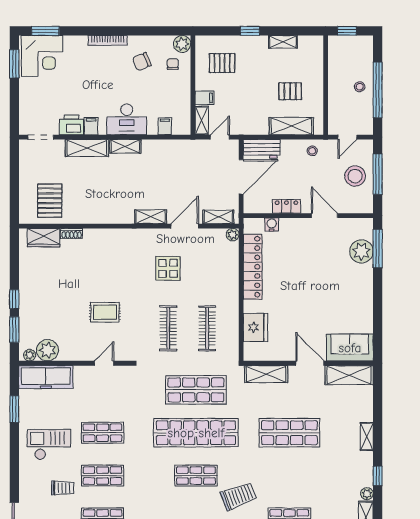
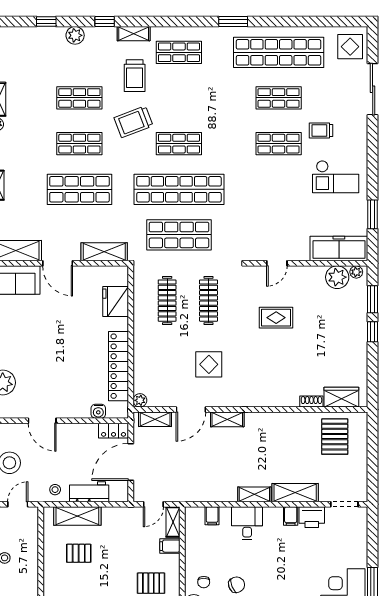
desk: (127, 119) -> (247, 523), width x0.73
workbench: (262, 149) -> (89, 492), moved
locker: (286, 206) -> (114, 431), moved
shop shelf: (103, 433) -> (79, 144), moved

